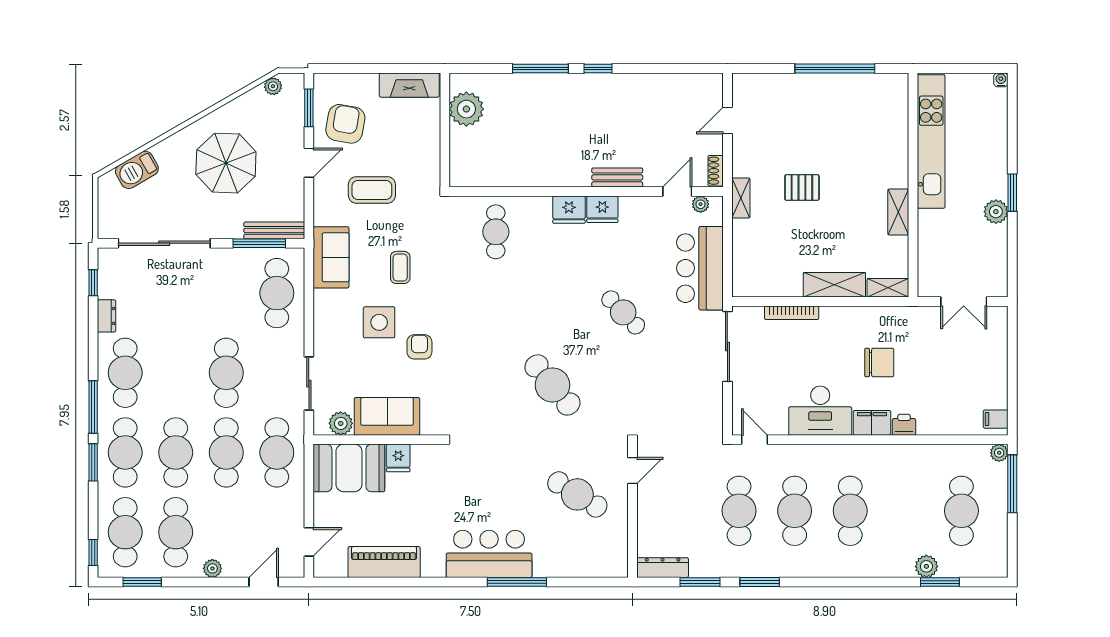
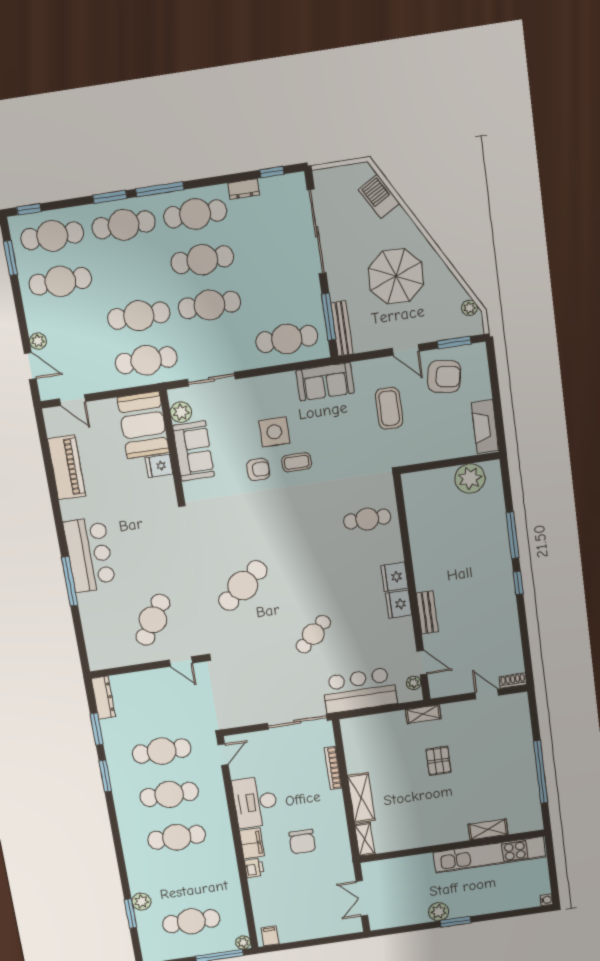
shoe rack: (716, 171) -> (513, 681), moved
shelving: (898, 212) -> (488, 829), moved
coffee table: (400, 267) -> (297, 462), moved
cafe table: (176, 452) -> (202, 260), moved
plant: (212, 568) -> (38, 341), moved

